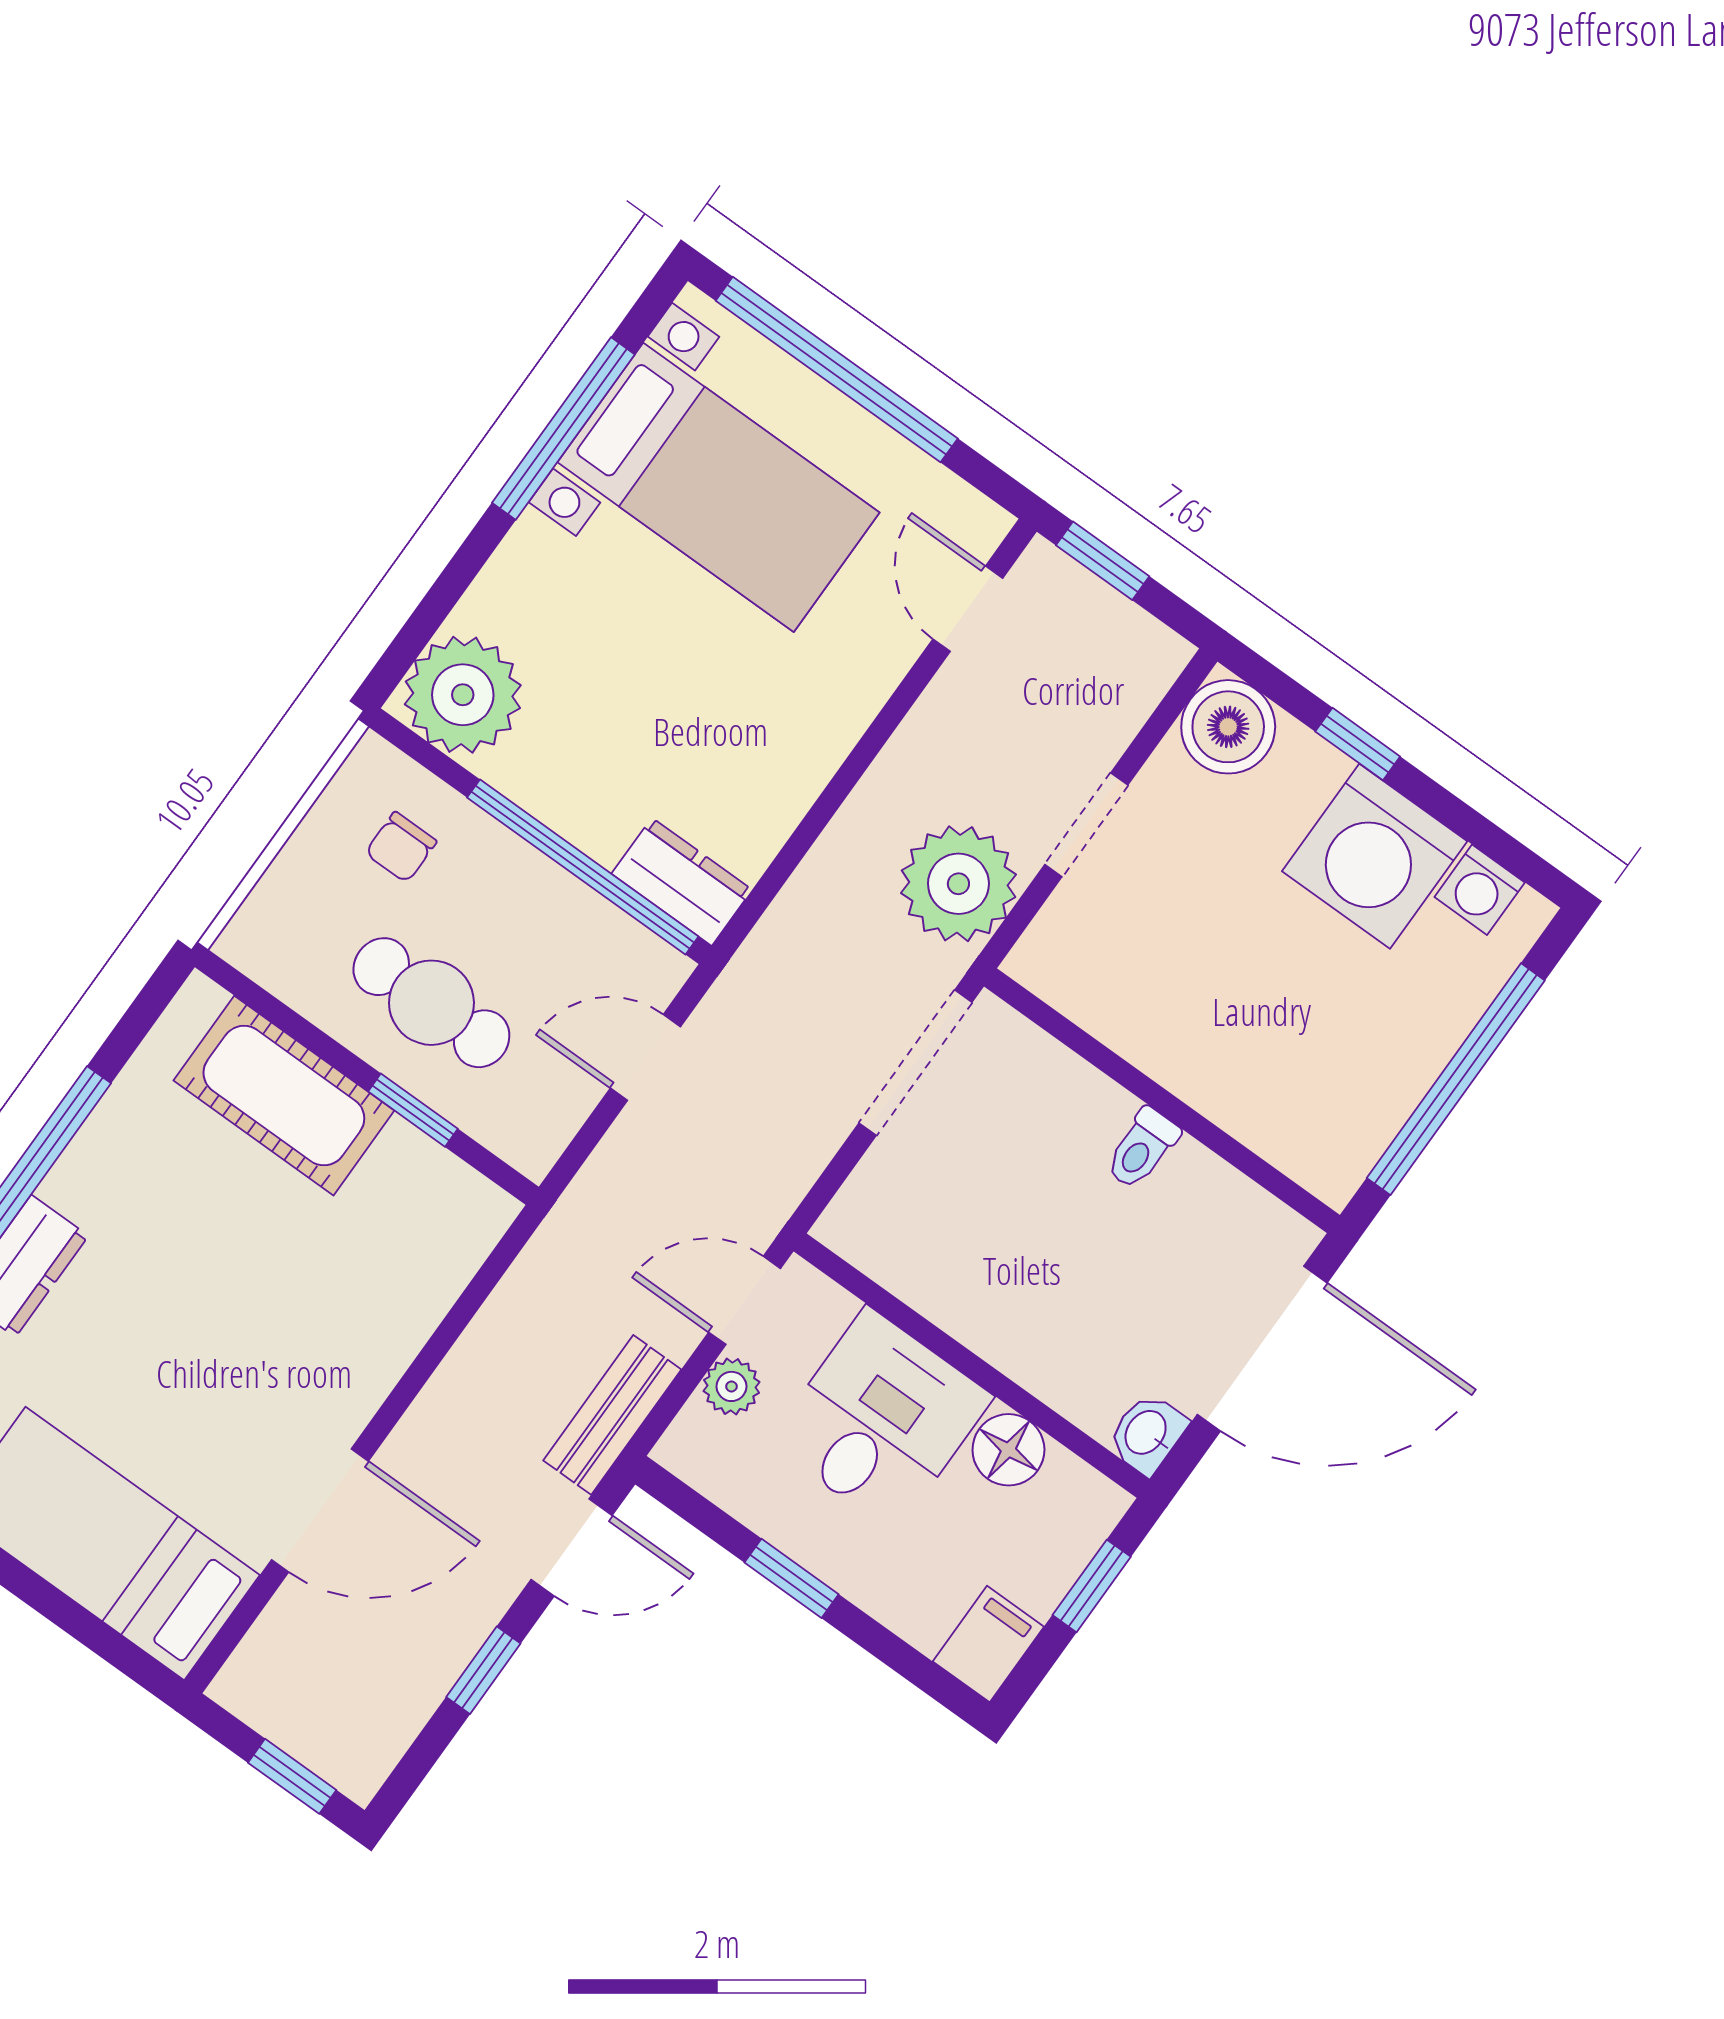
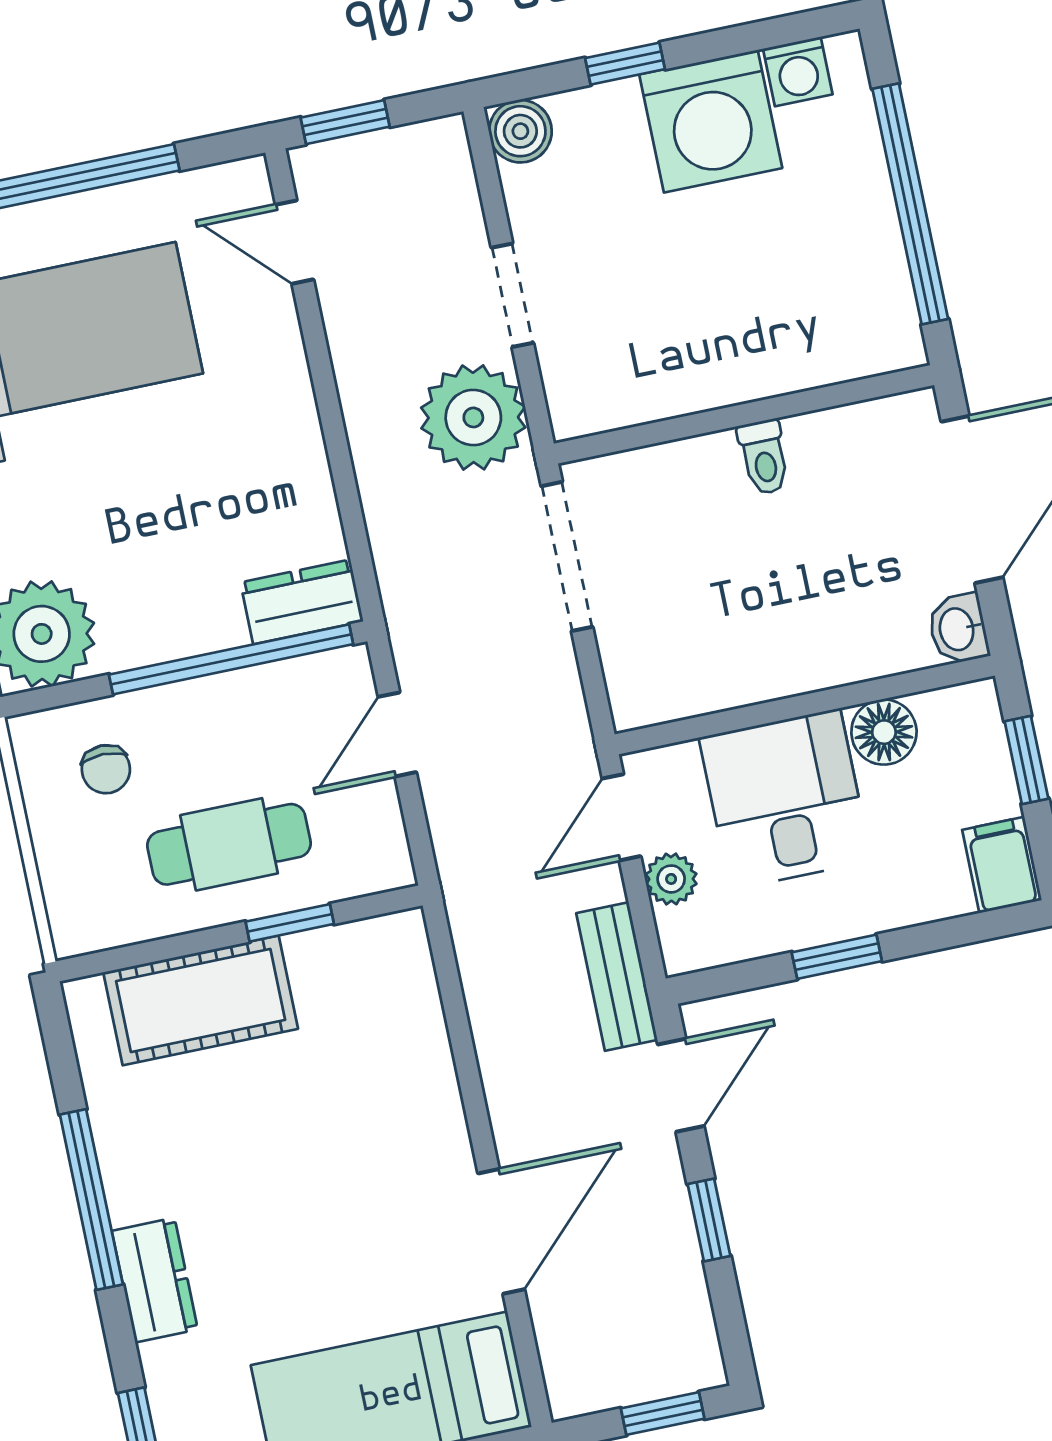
boiler: (1228, 727) -> (520, 131), width x0.73, depth x0.73

